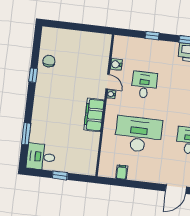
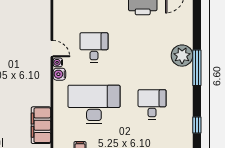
water cooler: (116, 64) -> (59, 74), moved
filing cabinet: (94, 115) -> (41, 125), moved

